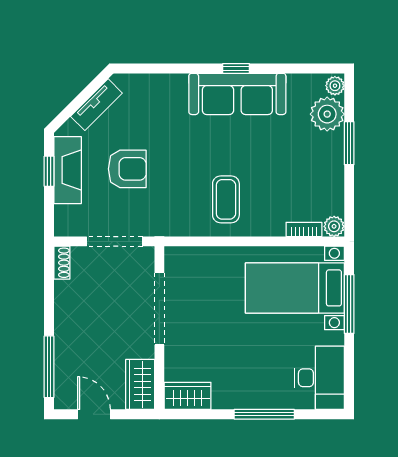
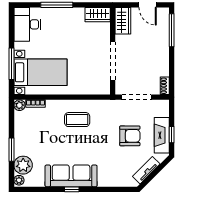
armchair: (127, 169) -> (130, 136), turned 180
coffee table: (226, 199) -> (77, 120), turned 90

